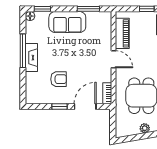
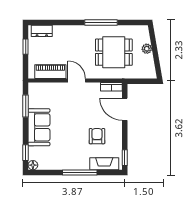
window: (23, 51) -> (80, 172), moved
fireplace: (31, 58) -> (104, 164), moved
door: (113, 59) -> (77, 80), hinge flipped
window: (59, 106) -> (125, 158), moved

